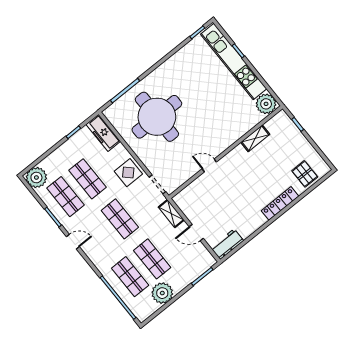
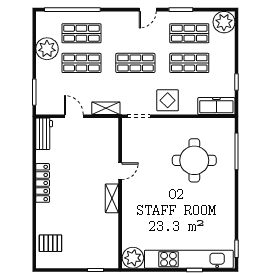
round table: (157, 117) -> (194, 160), width x0.73, depth x0.73
shelving: (255, 138) -> (112, 198), moved
locker: (280, 203) -> (43, 183), moved
door: (196, 233) -> (74, 116), hinge flipped

